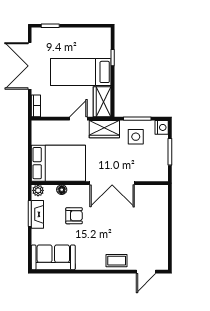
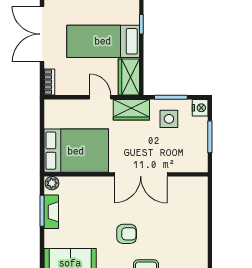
door: (78, 119) -> (100, 97), hinge flipped
floor lamp: (62, 190) -> (80, 182), removed
armchair: (74, 216) -> (127, 234), moved

